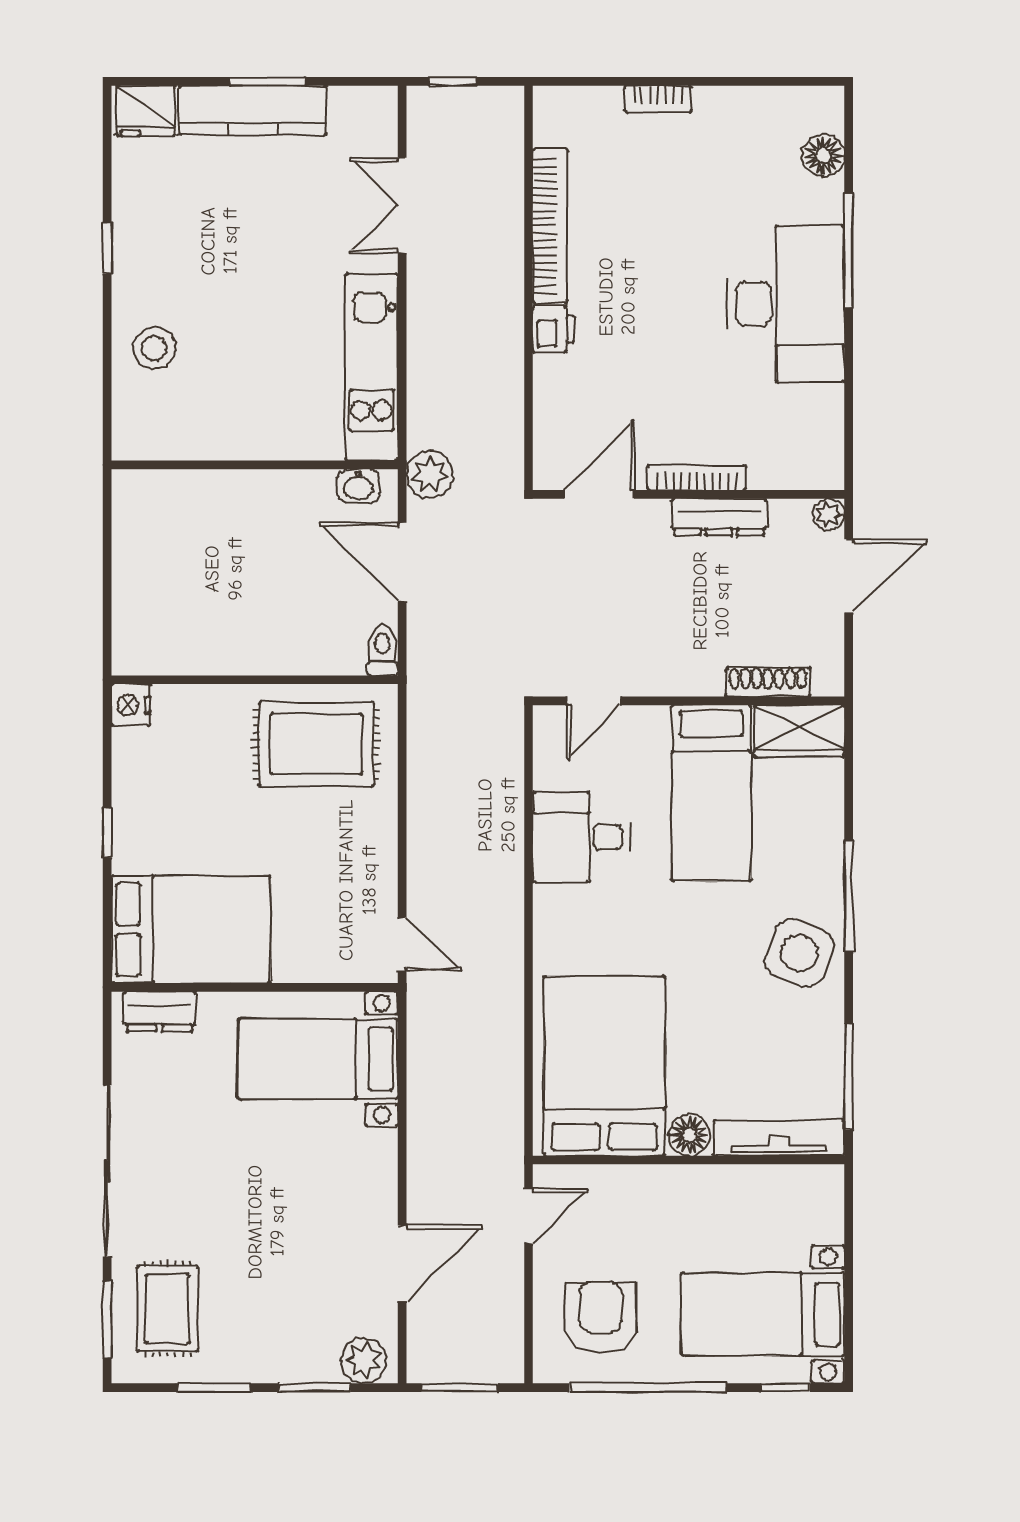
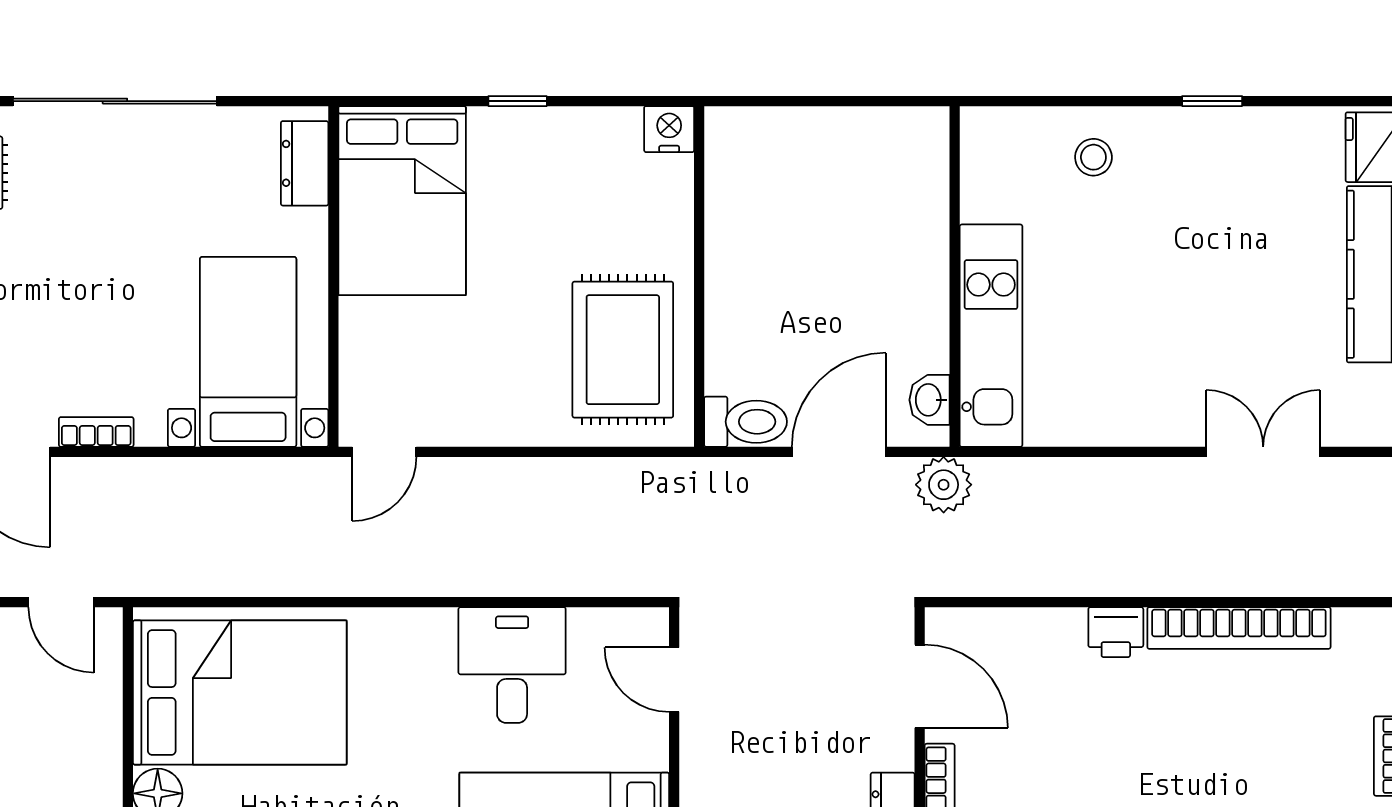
stool: (154, 348) -> (1093, 157), width x0.73, depth x0.73
kitchen unit: (372, 367) -> (991, 336), moved, turned 90
toilet: (382, 650) -> (746, 422), width x1.37, depth x1.39
bookcase: (385, 1187) -> (96, 432), added

